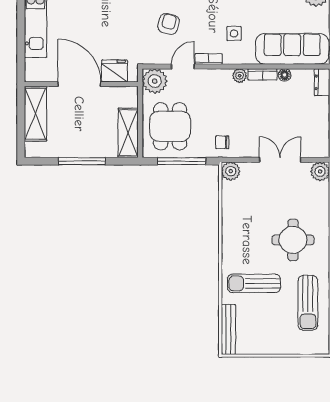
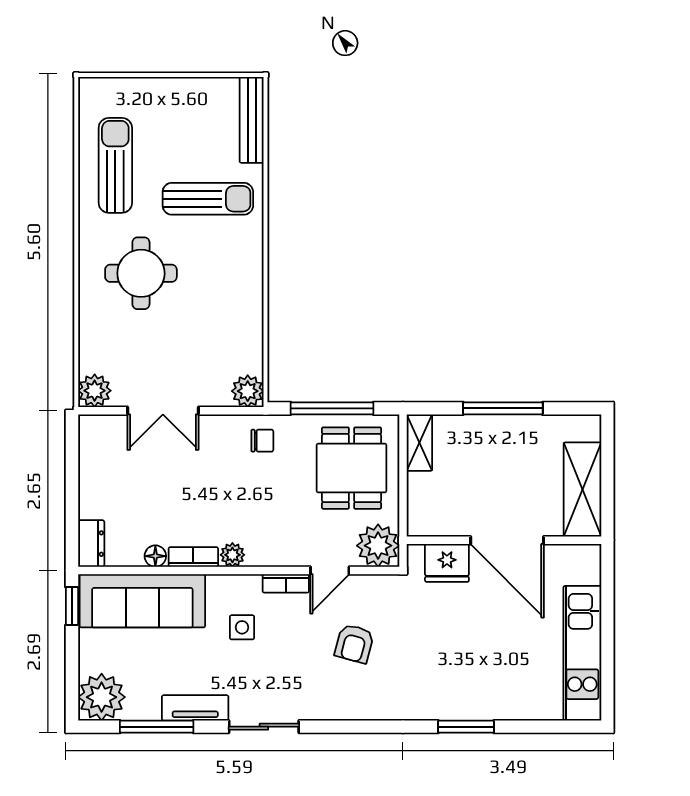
shelving: (128, 133) -> (419, 443), width x0.67, depth x0.75

